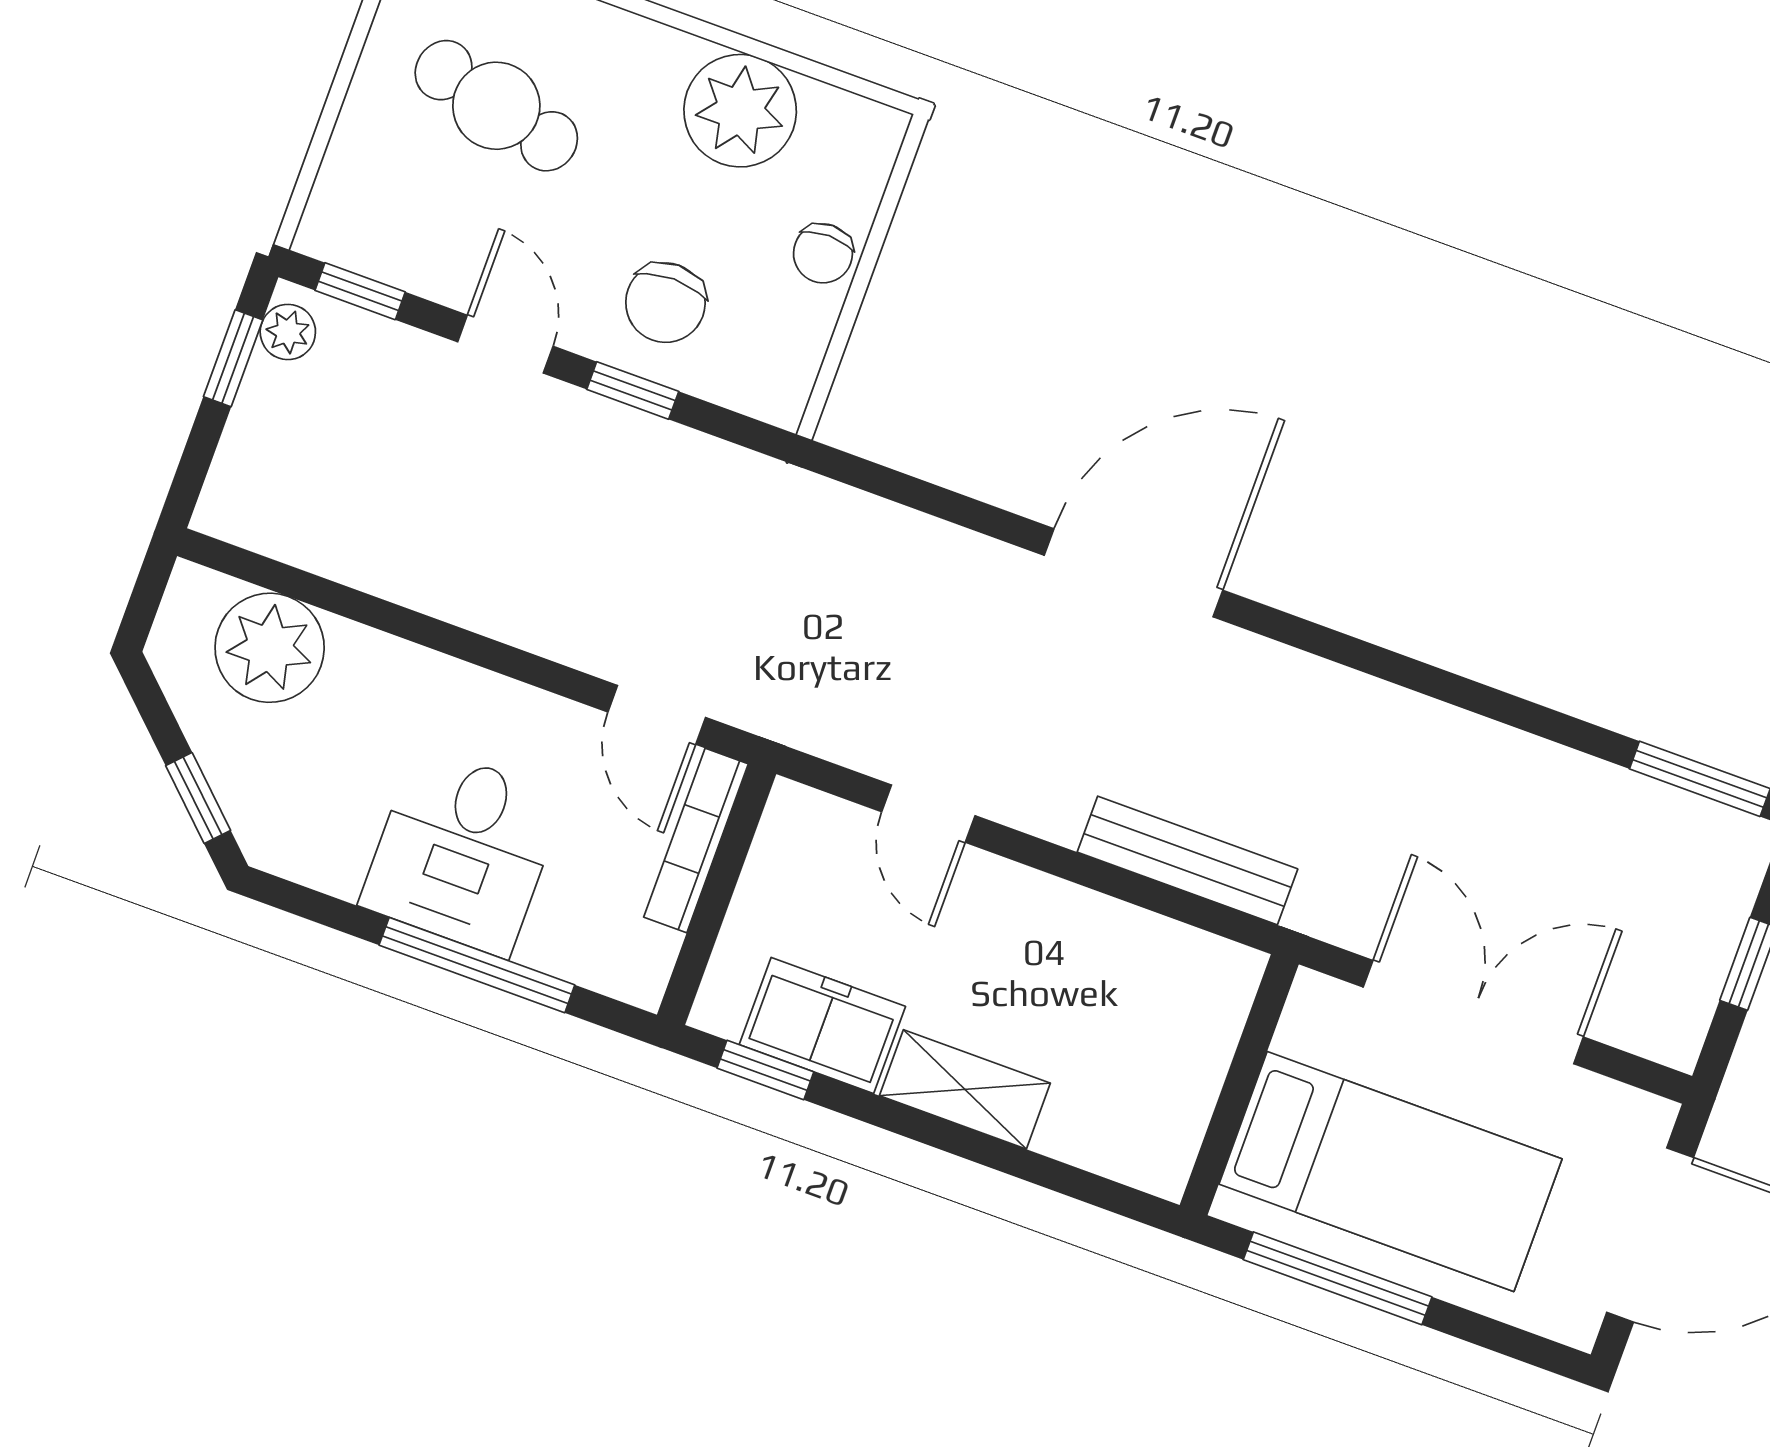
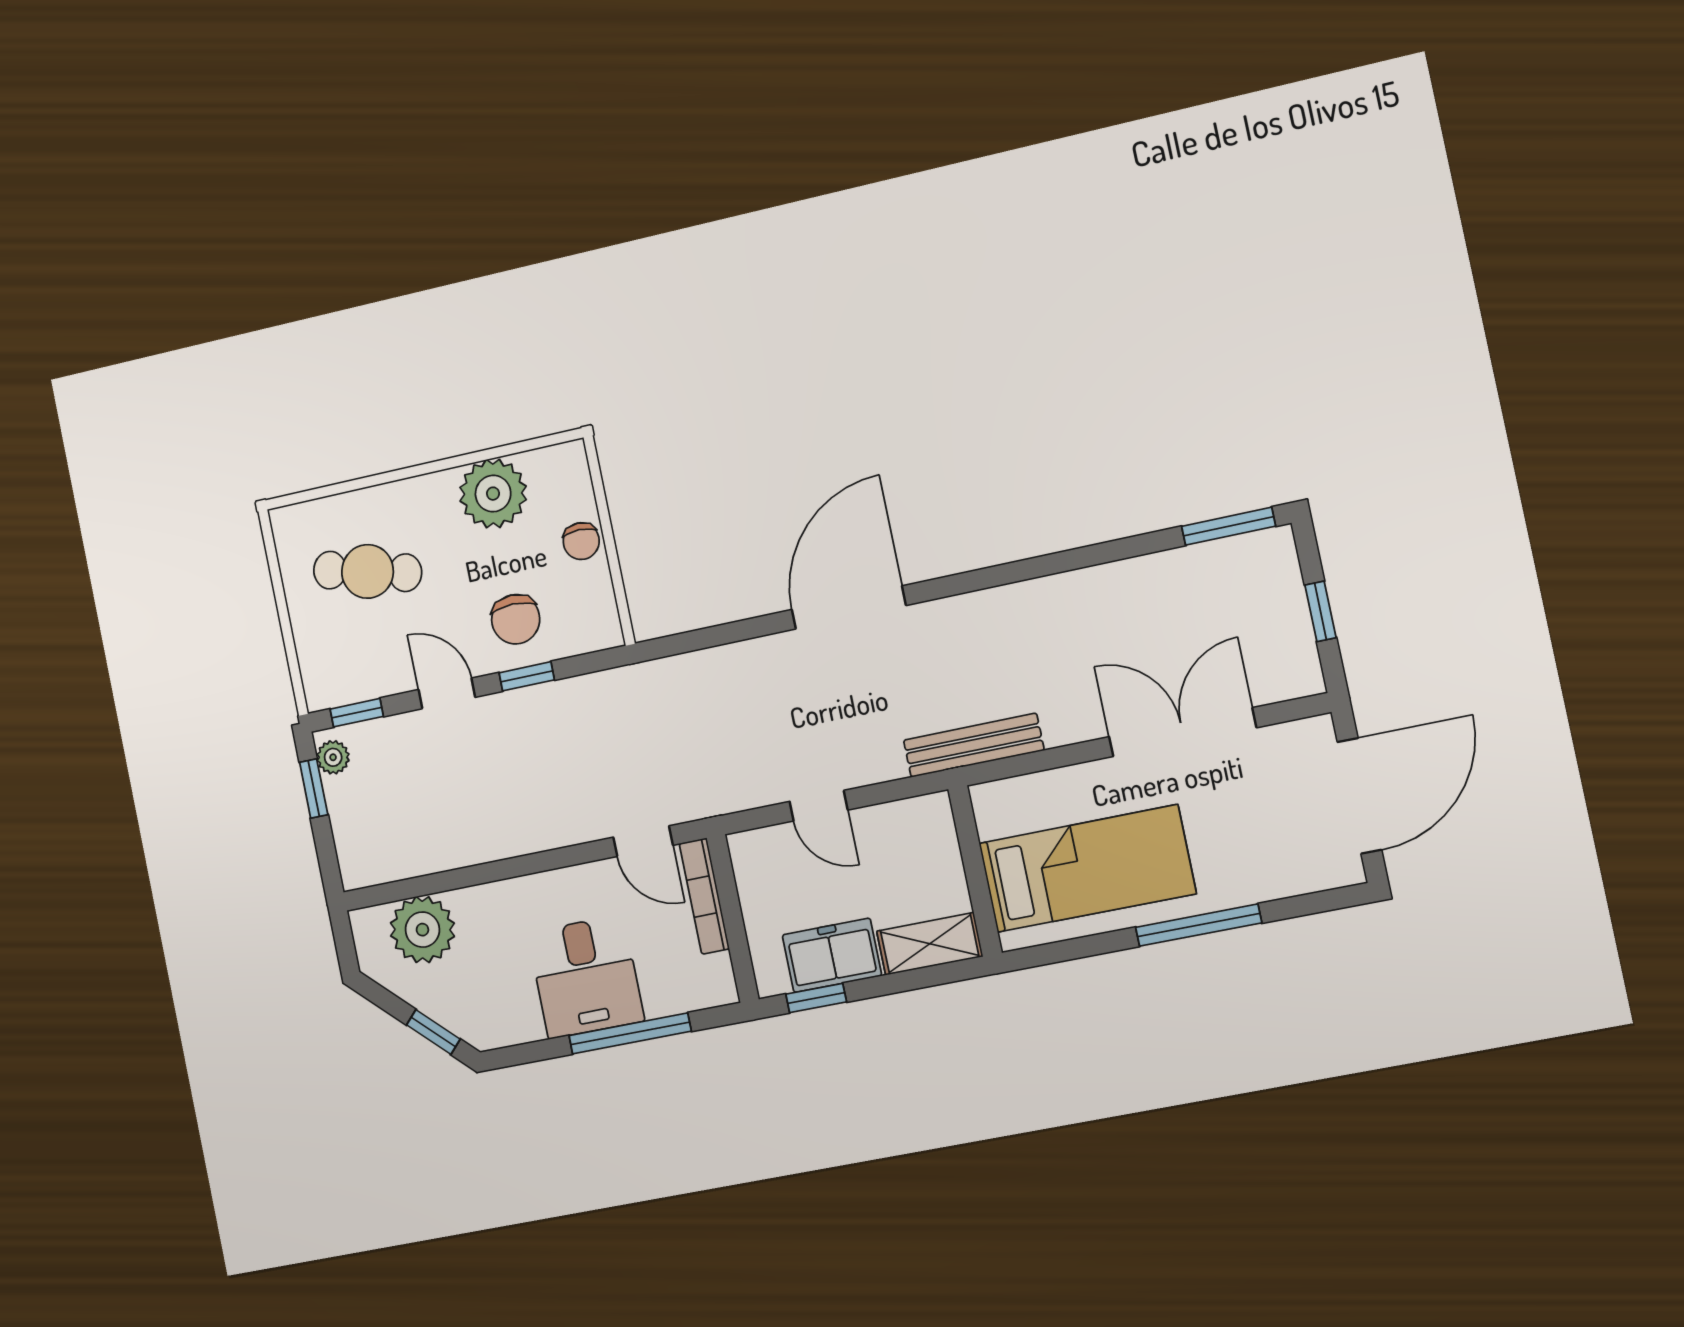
wall: (1239, 1085) -> (975, 871), moved
bed: (1390, 1172) -> (1087, 869), moved

